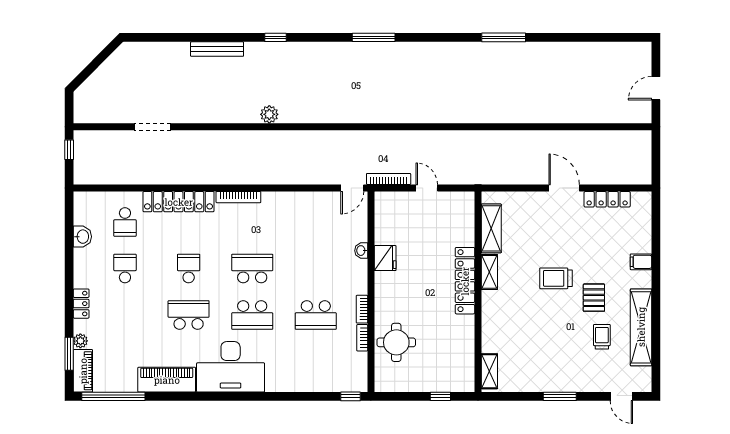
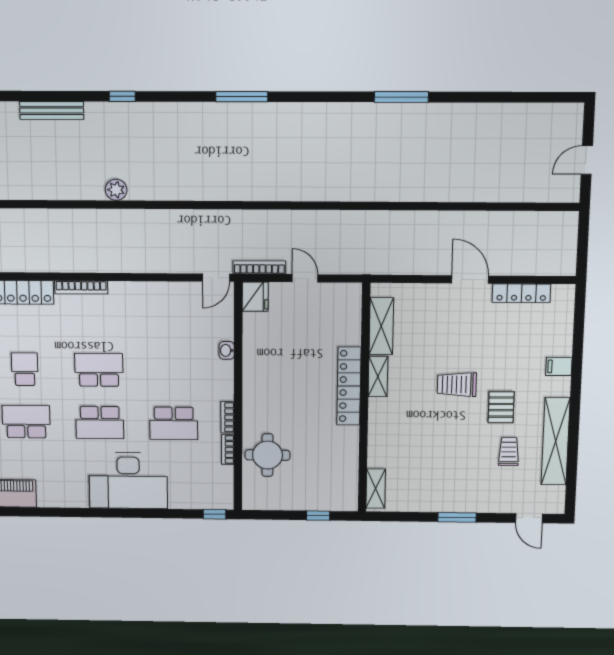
fridge: (385, 258) -> (255, 297), moved
desk: (231, 367) -> (128, 481), moved

